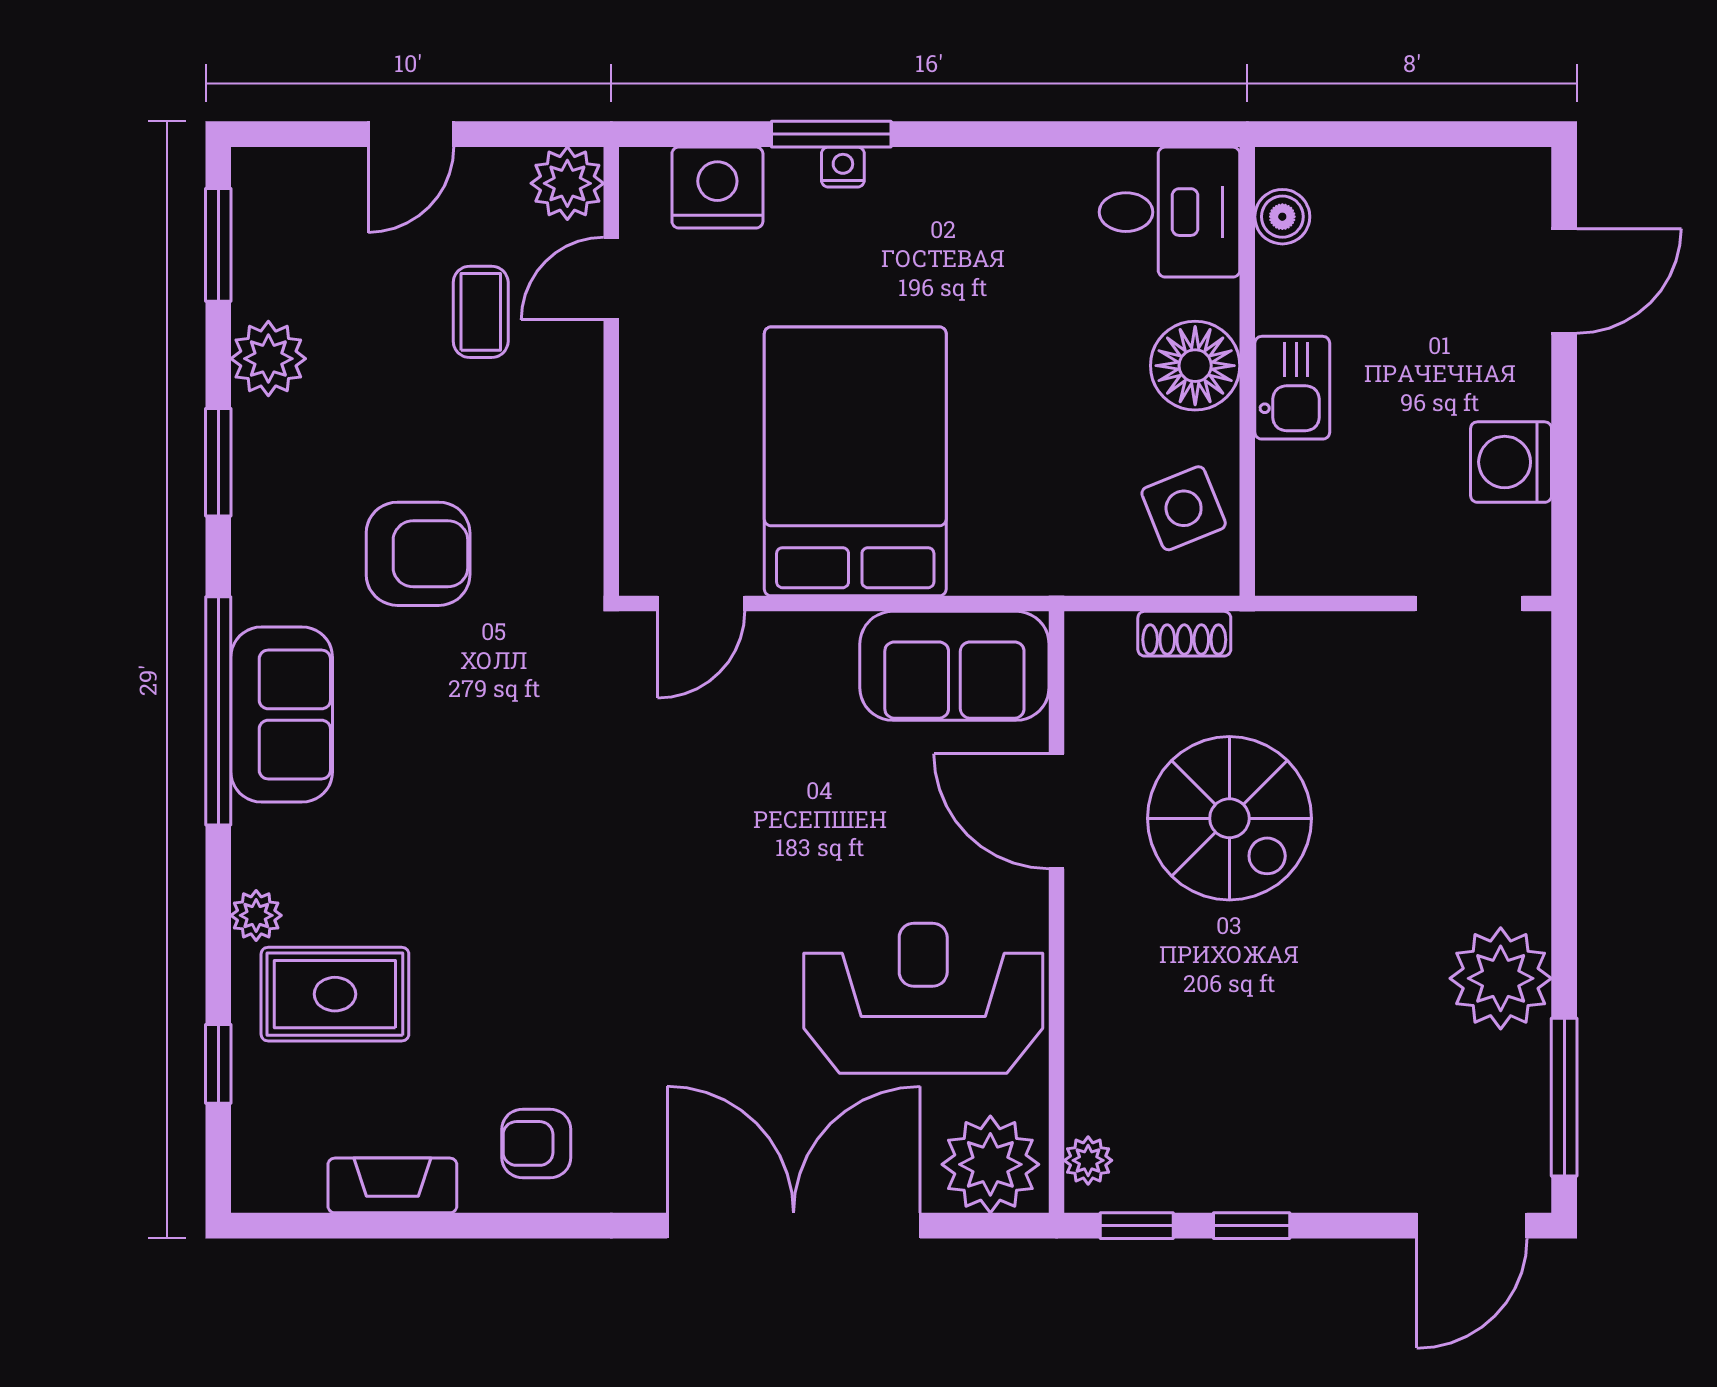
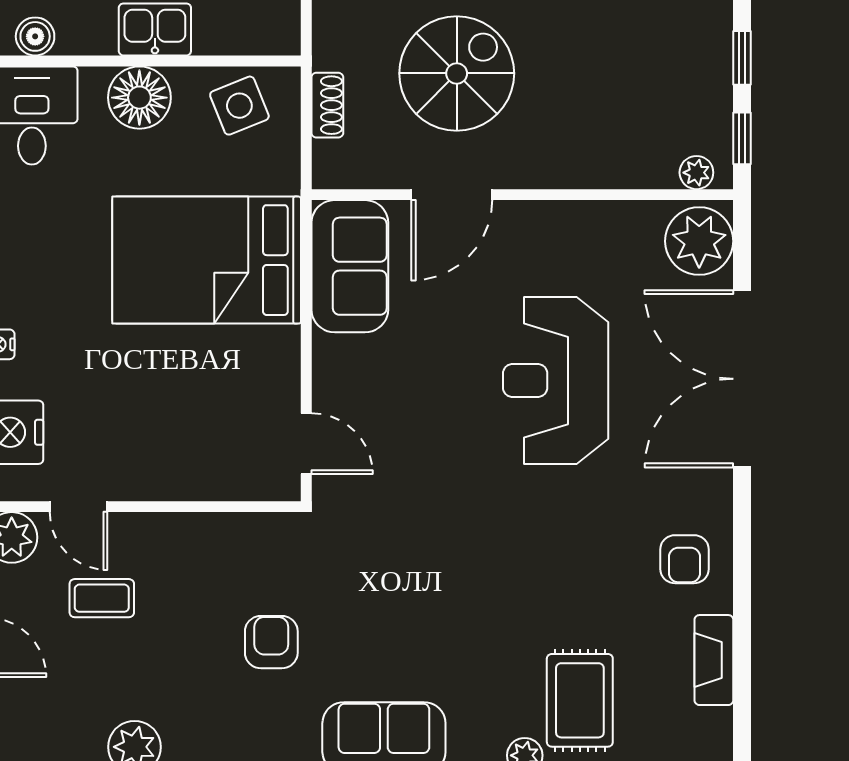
bed: (855, 461) -> (207, 260), moved
armchair: (418, 554) -> (271, 642), width x0.72, depth x0.72
reception desk: (923, 998) -> (556, 381), moved

